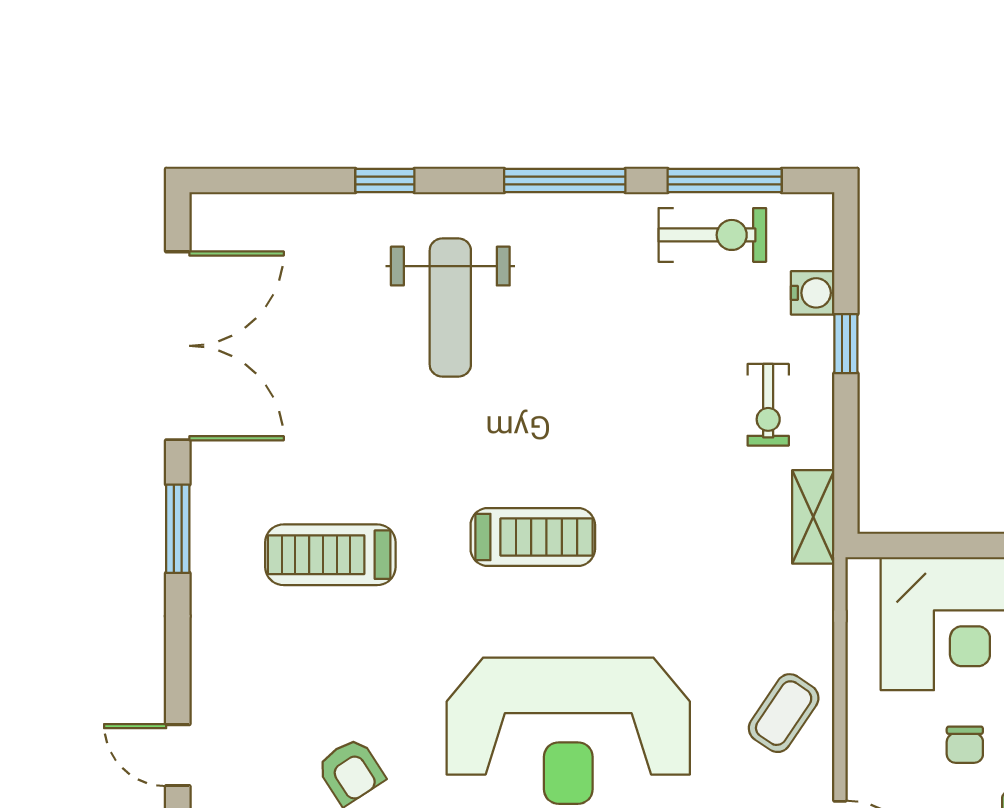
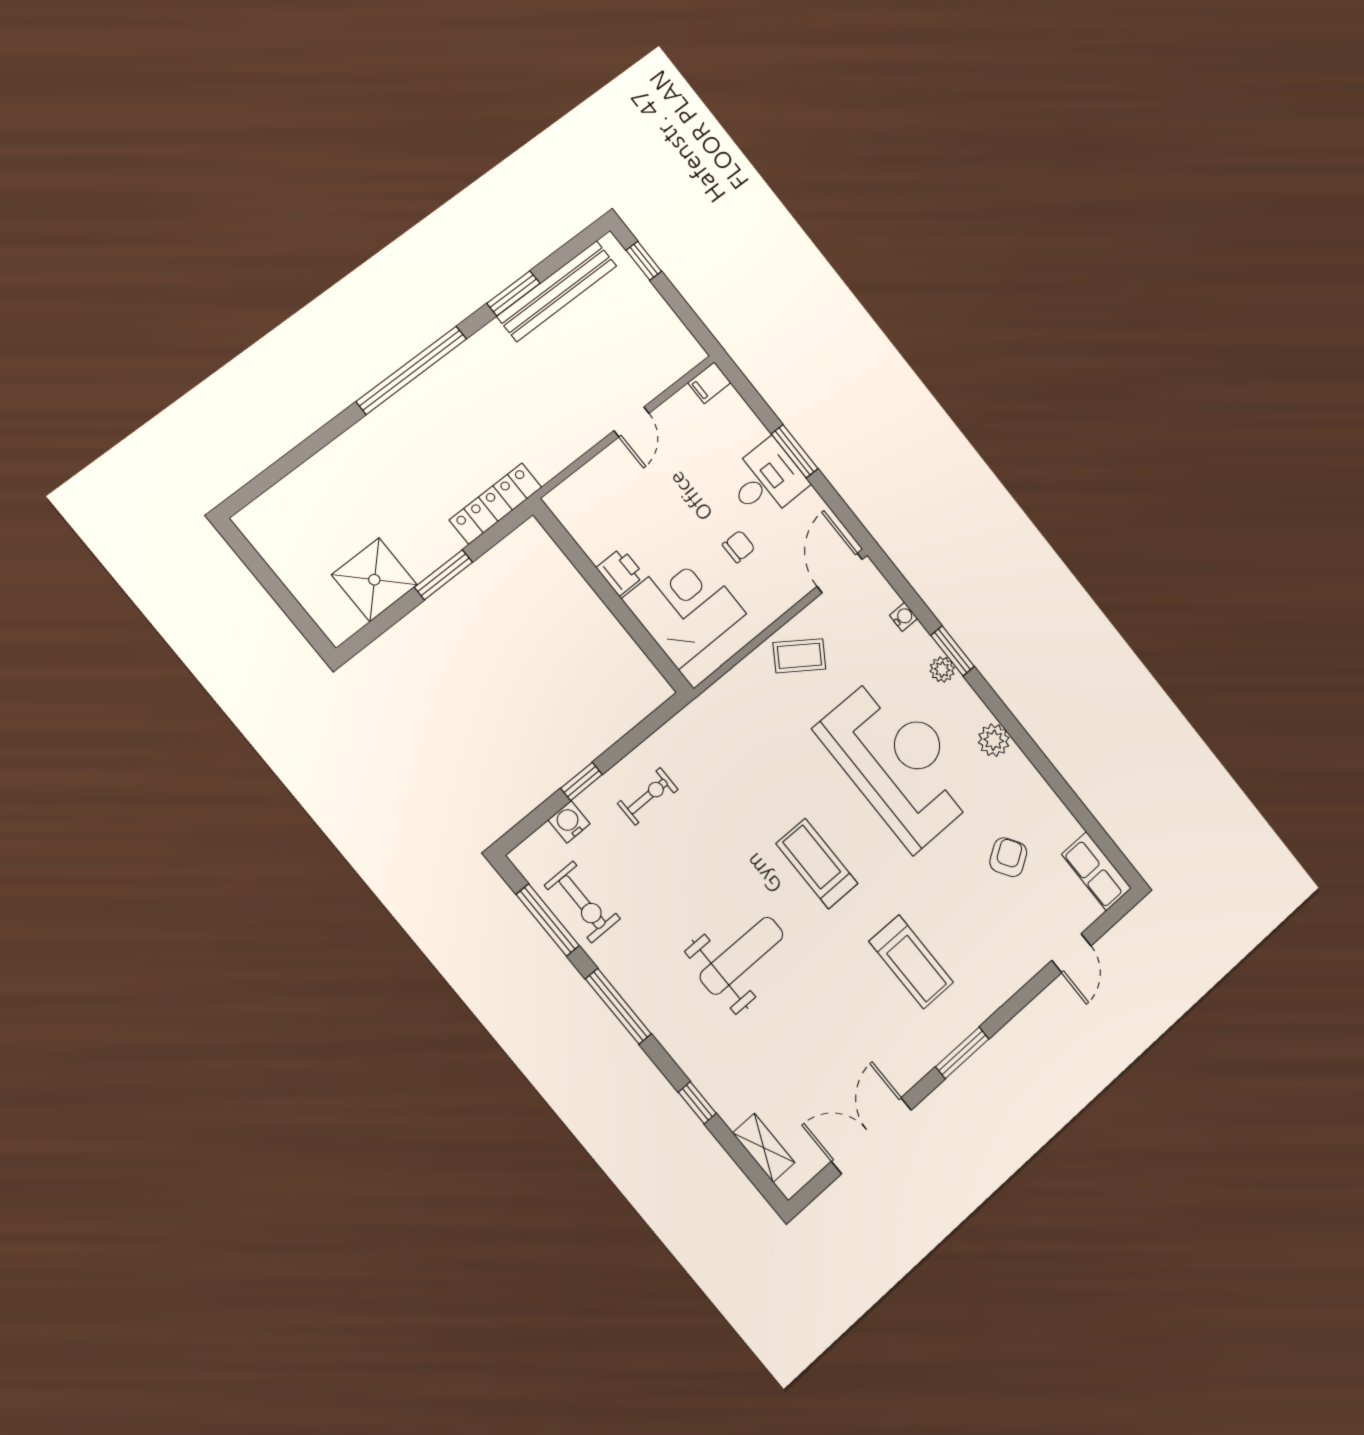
exercise bike: (712, 235) -> (582, 902), turned 180
weight bench: (450, 308) -> (742, 956), moved
double door: (178, 346) -> (871, 1136), width x0.73
shelving: (813, 517) -> (764, 1148), moved, turned 90

